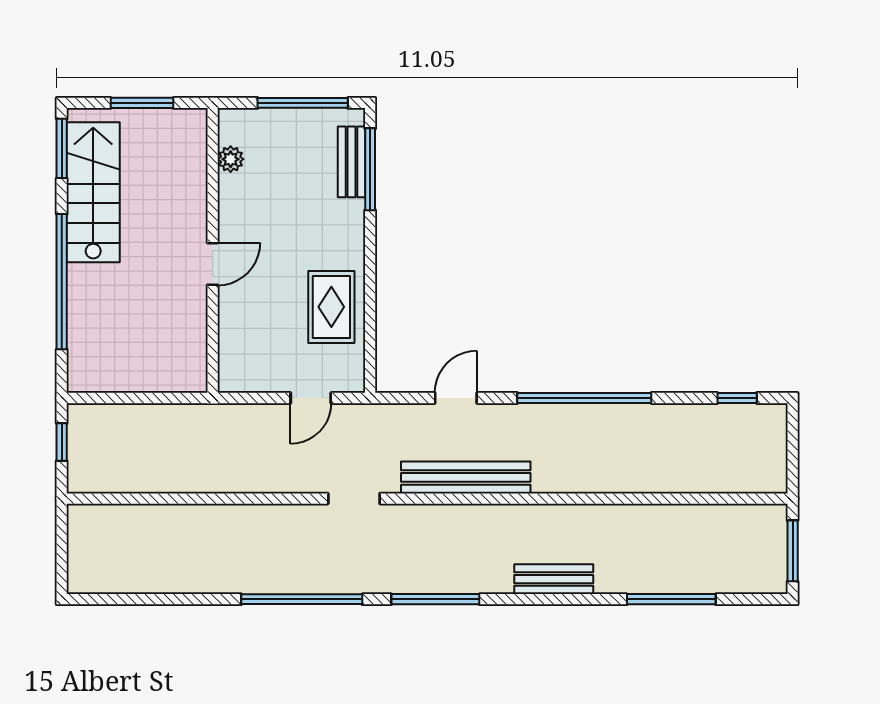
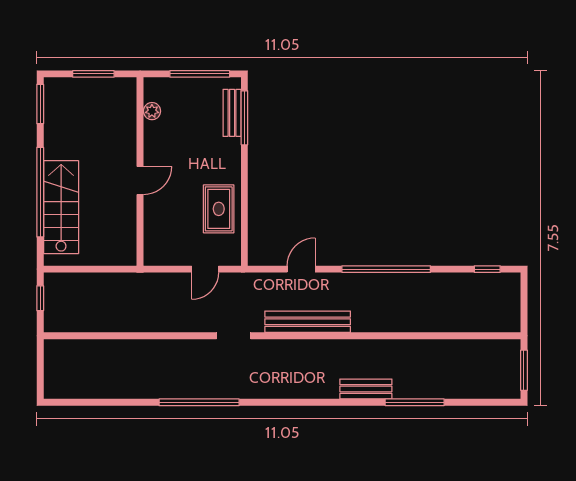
stairs: (93, 192) -> (61, 207), moved
window: (435, 599) -> (288, 402), removed
window: (671, 599) -> (415, 402), moved

